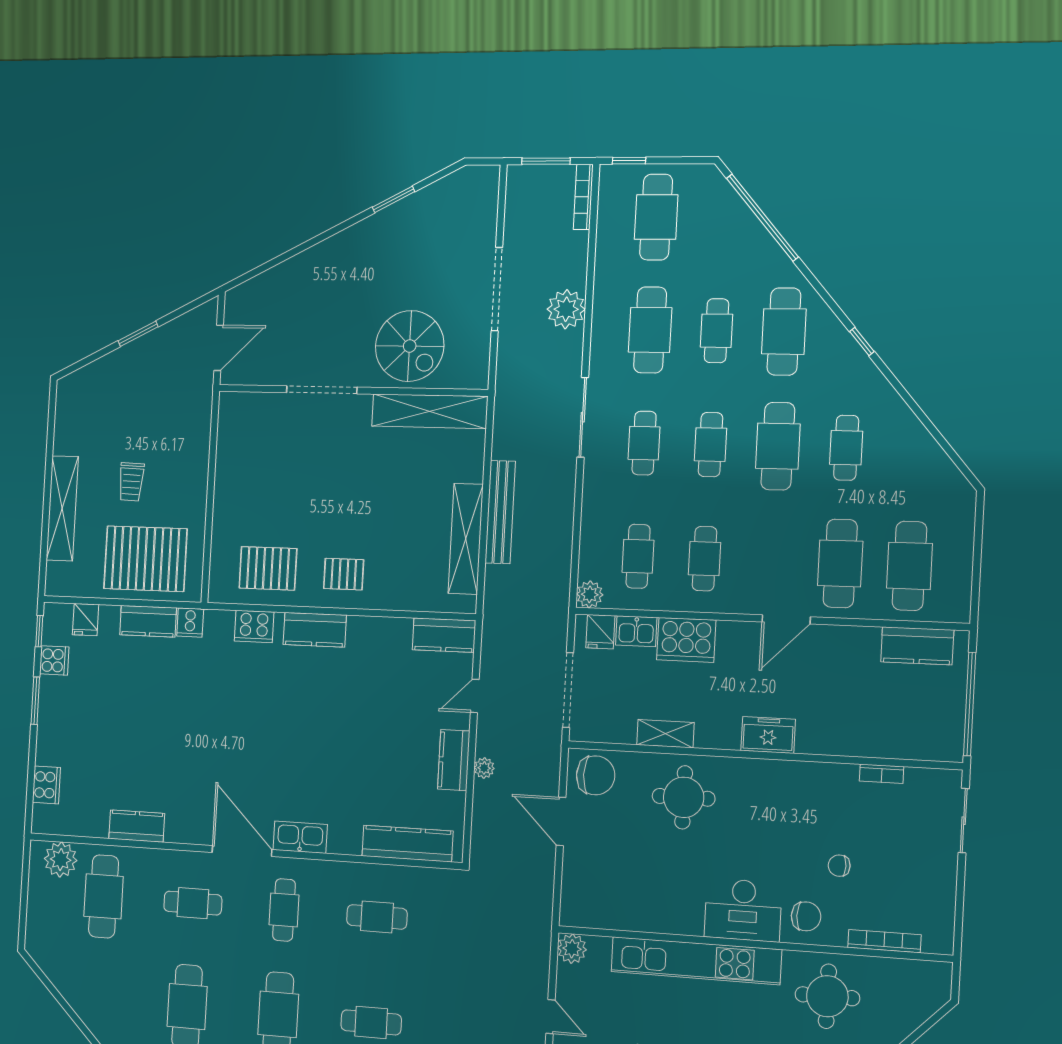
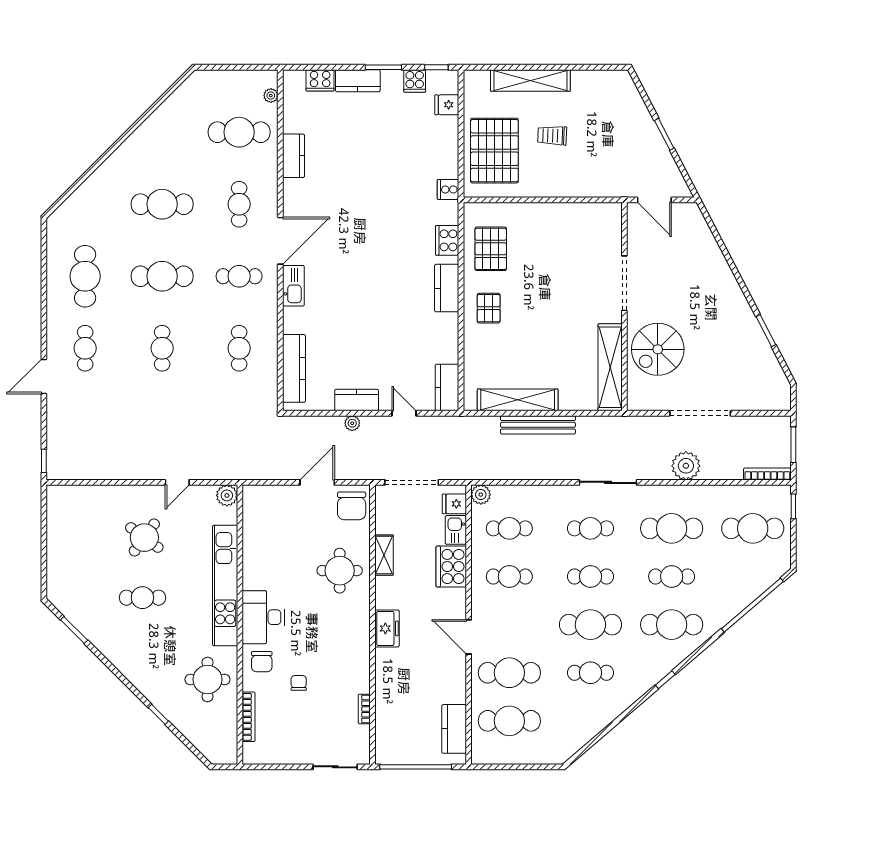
kitchen counter: (148, 621) -> (358, 81), moved, turned -90
plant: (61, 860) -> (271, 96), width x0.53, depth x0.53

